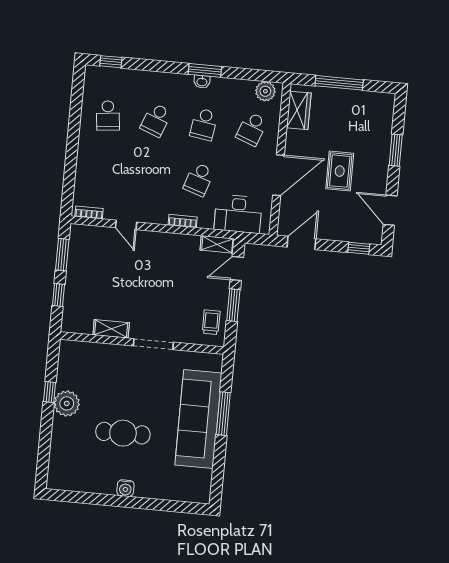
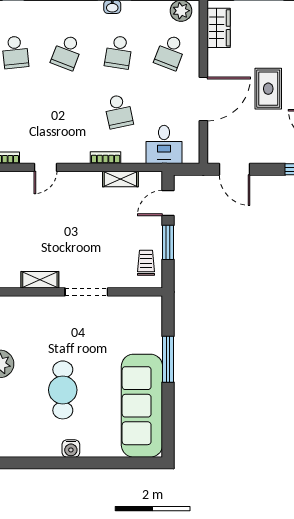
school desk: (199, 179) -> (119, 111), turned -30
desk: (238, 214) -> (164, 144), width x0.73
door: (126, 225) -> (45, 167), hinge flipped
door: (301, 243) -> (234, 169), swing flipped
shelving: (217, 244) -> (120, 179), moved
sofa: (198, 419) -> (142, 406), moved
cafe table: (123, 433) -> (63, 390), turned 90

